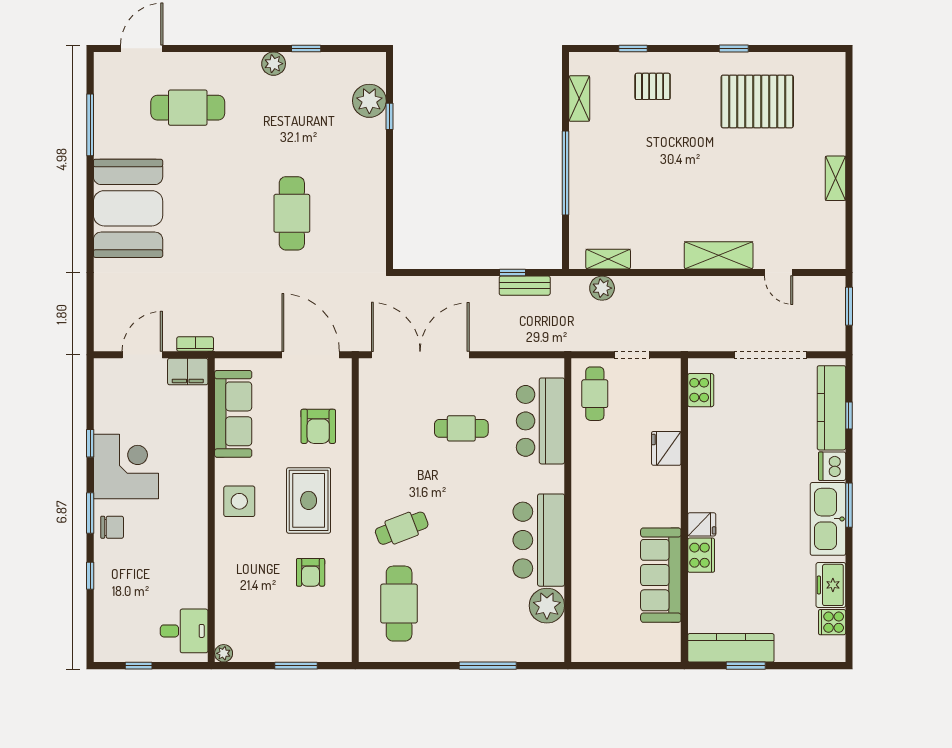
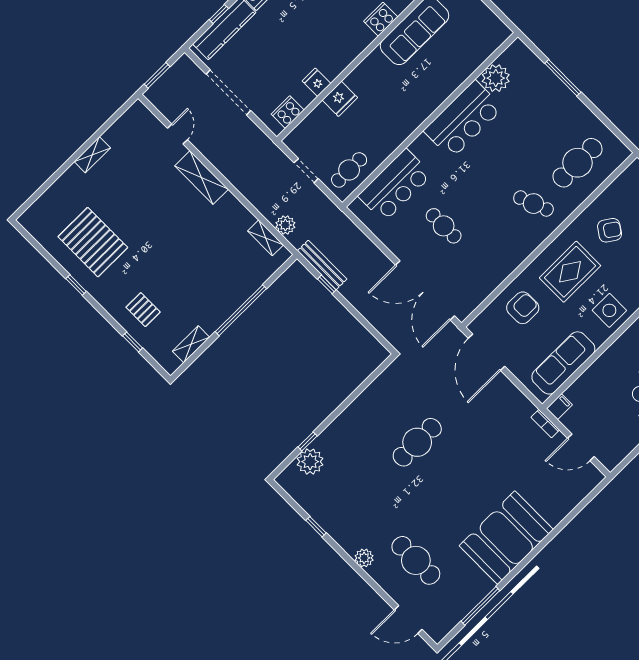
plant: (274, 64) -> (364, 558), moved
bench: (525, 286) -> (322, 265), width x1.36
filing cabinet: (188, 372) -> (559, 407), width x0.50
fridge: (702, 524) -> (316, 82), moved
armchair: (311, 572) -> (610, 230), turned 34

